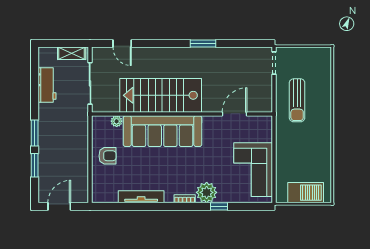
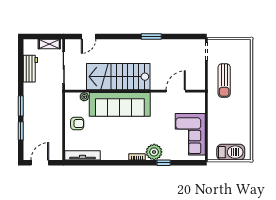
door: (122, 43) -> (89, 36), hinge flipped
tv unit: (141, 197) -> (83, 155), moved

